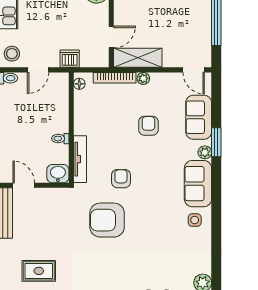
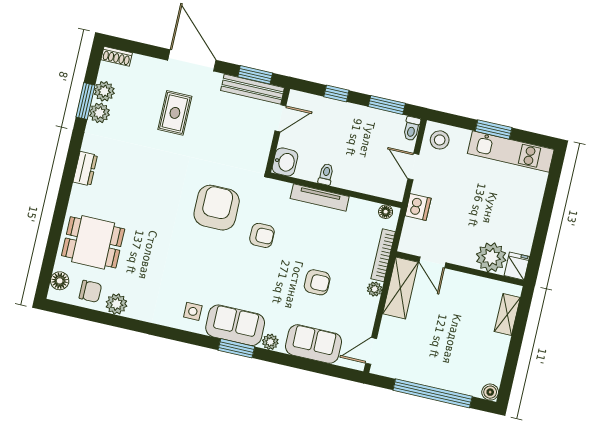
window: (216, 142) -> (236, 348), moved
tv unit: (80, 159) -> (320, 197), moved

